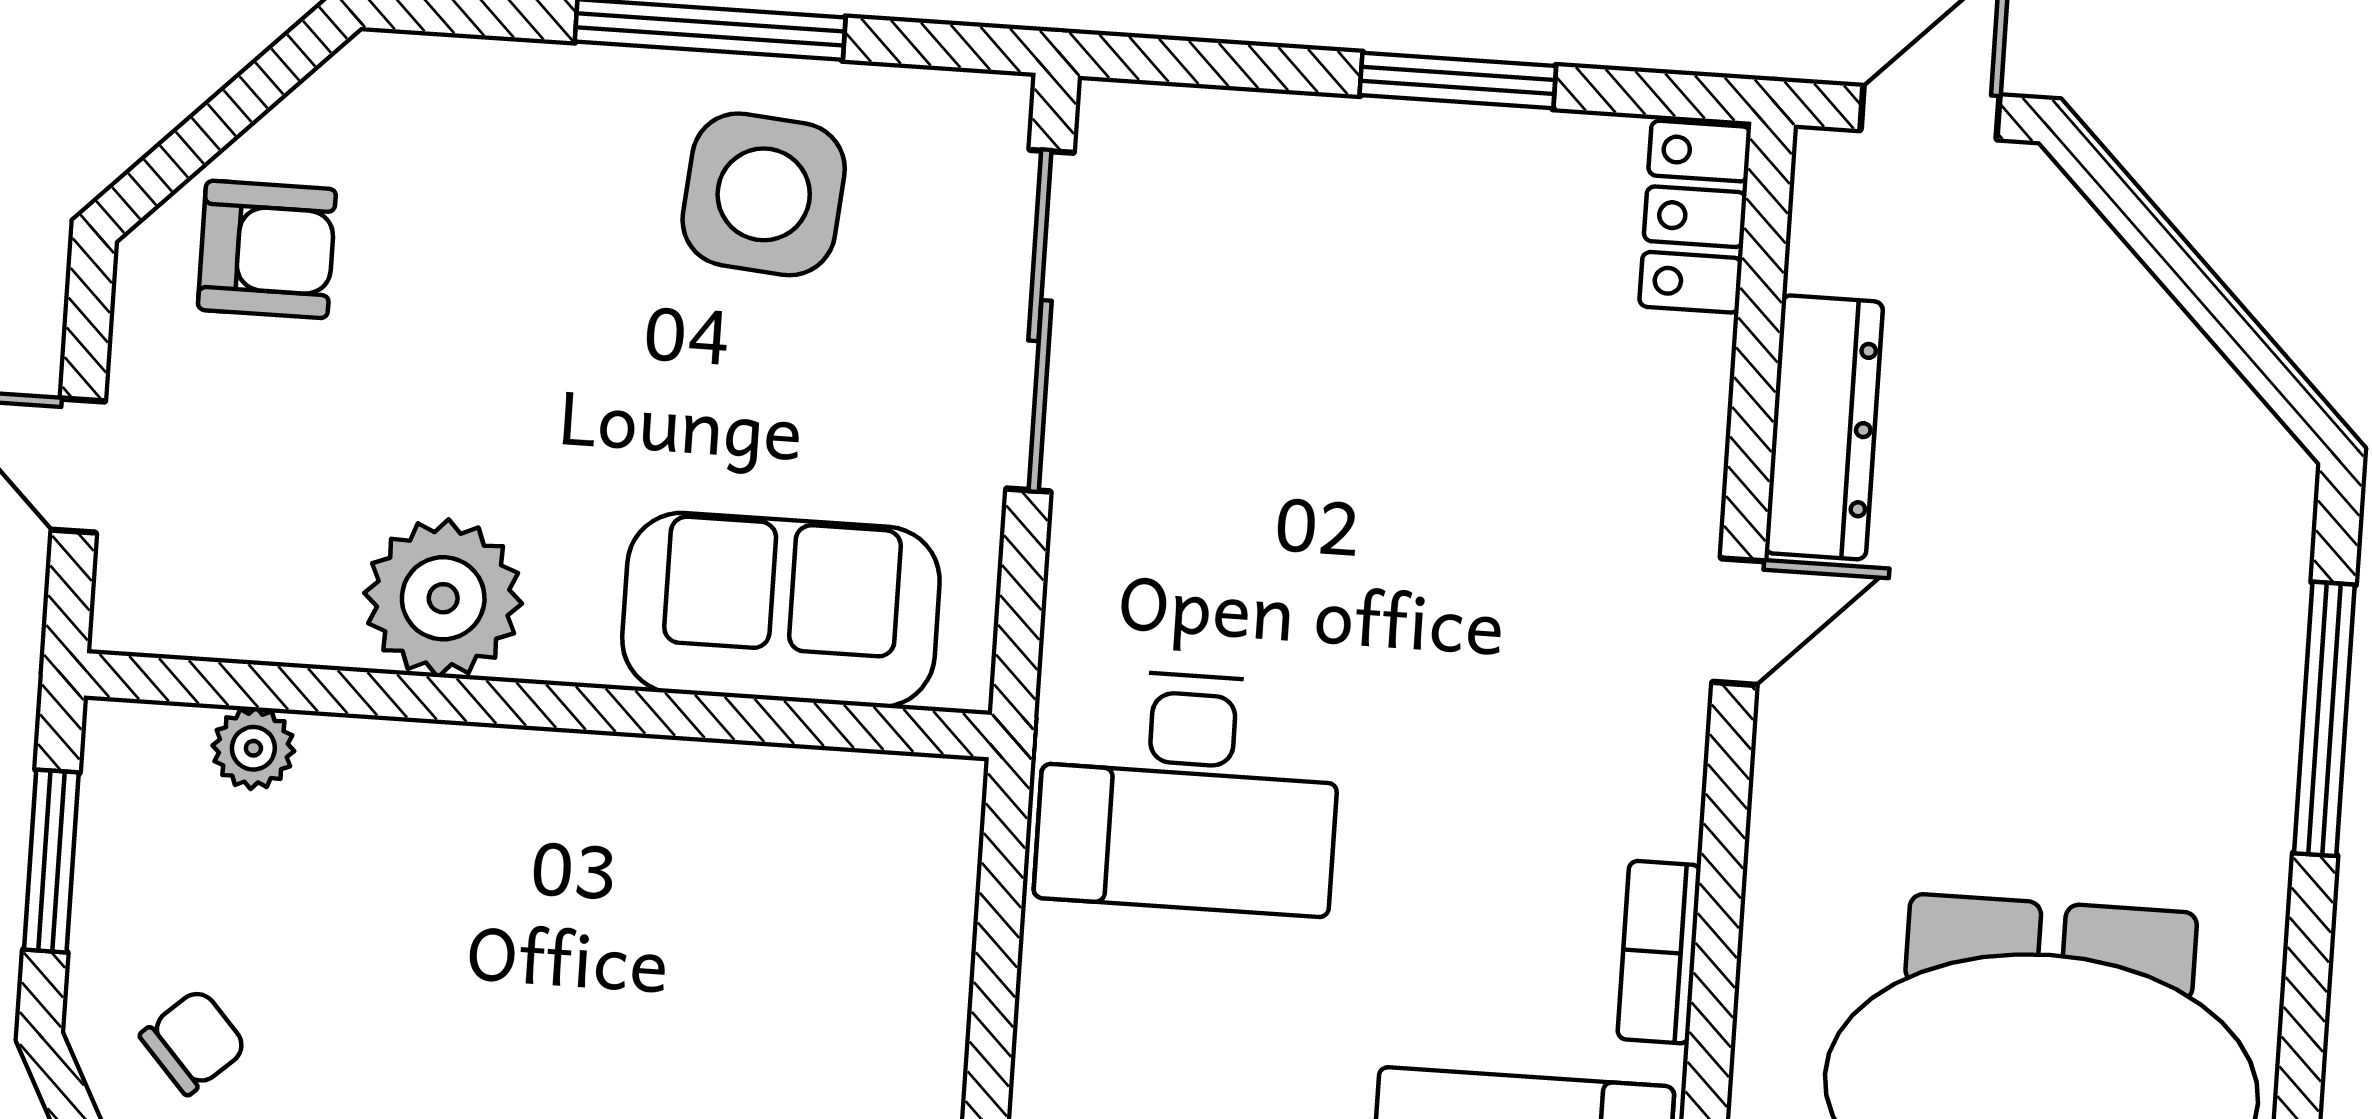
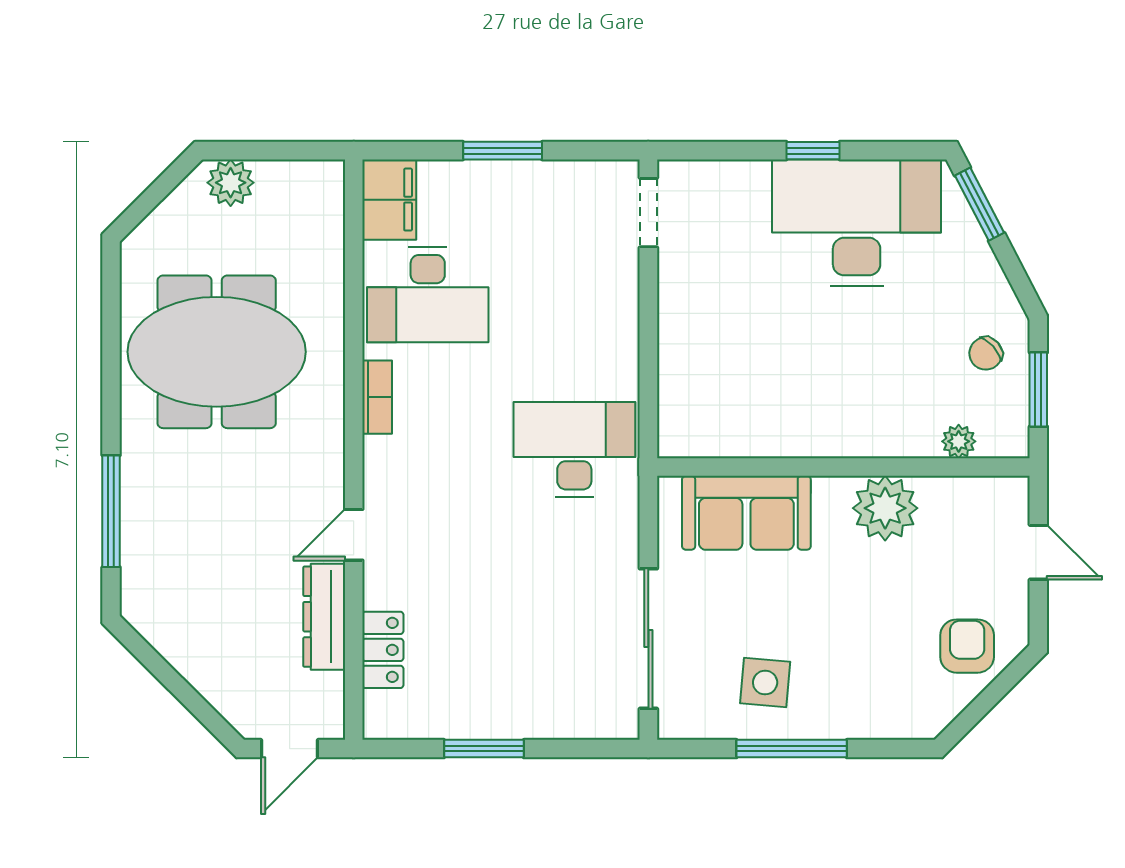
side table: (764, 194) -> (765, 683), width x0.73, depth x0.73
locker: (1695, 217) -> (383, 650), moved
armchair: (267, 249) -> (967, 646), turned 90
chair: (194, 1042) -> (986, 353), moved

